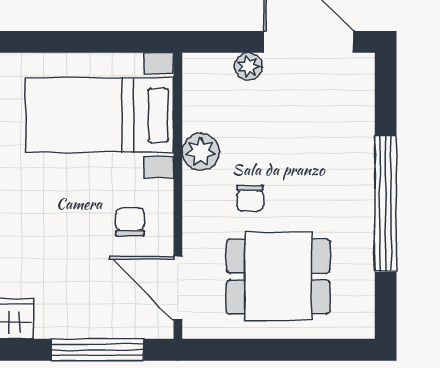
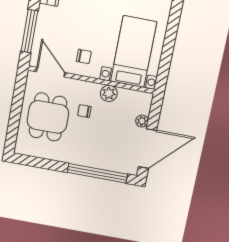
window: (386, 204) -> (97, 173), moved
door: (178, 288) -> (51, 72), hinge flipped

